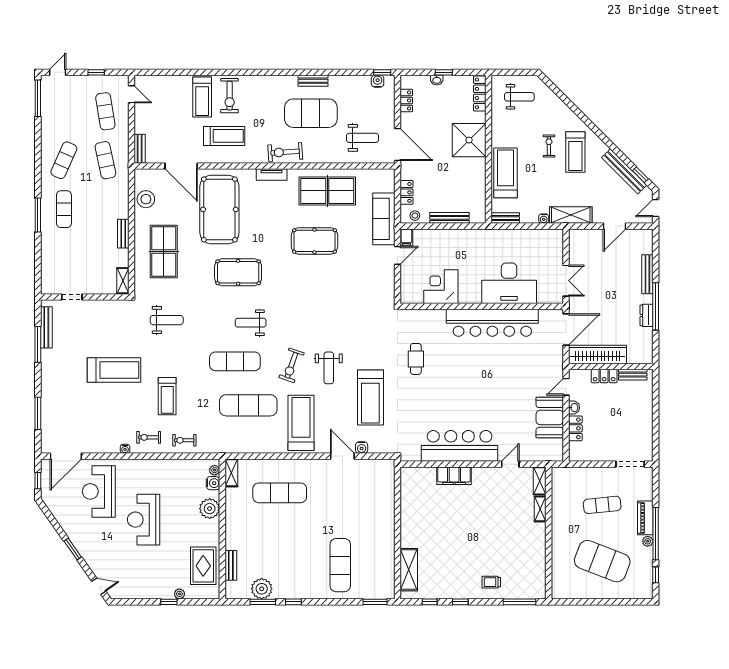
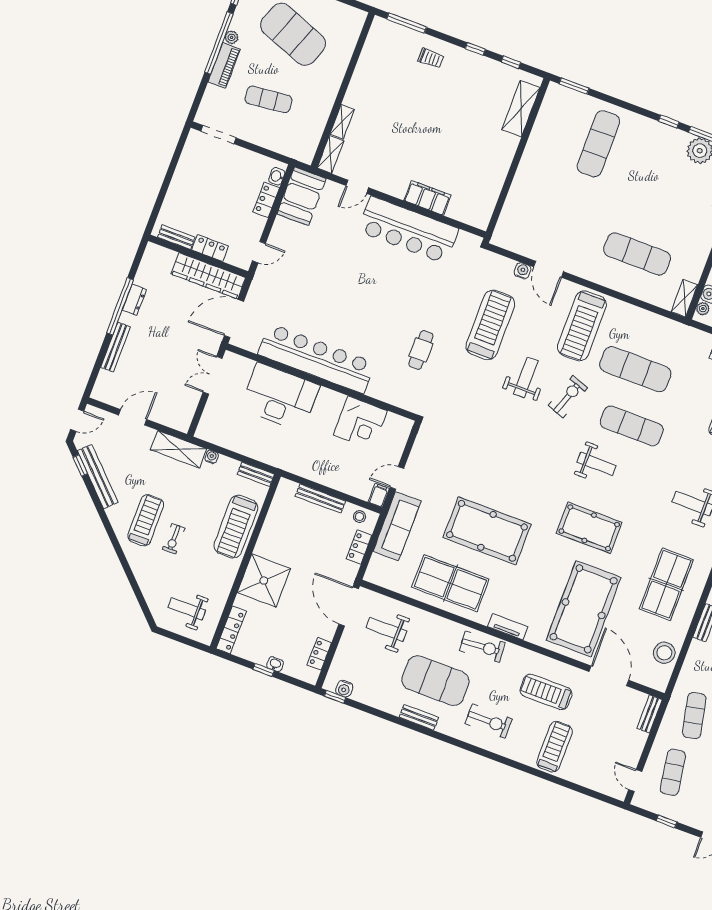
exercise bike: (230, 96) -> (489, 721), moved, turned 90
pool table: (314, 241) -> (487, 531), width x1.36, depth x1.32
washbasin: (574, 408) -> (277, 176), moved
booth: (550, 417) -> (302, 196), moved

